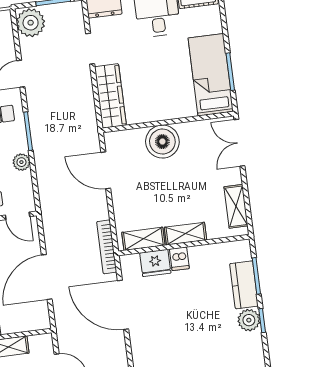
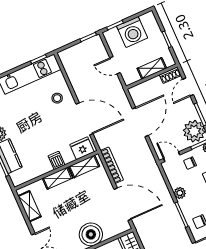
door: (106, 170) -> (123, 204), width x1.36
bookcase: (107, 247) -> (112, 165), moved
fridge: (155, 263) -> (82, 148), moved
stool: (152, 345) -> (57, 98), added

